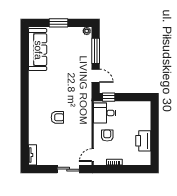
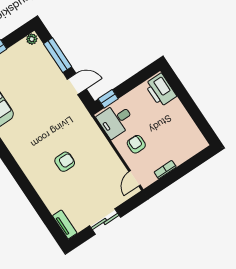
printer: (143, 141) -> (161, 90), moved
sliding door: (68, 169) -> (105, 221), moved

